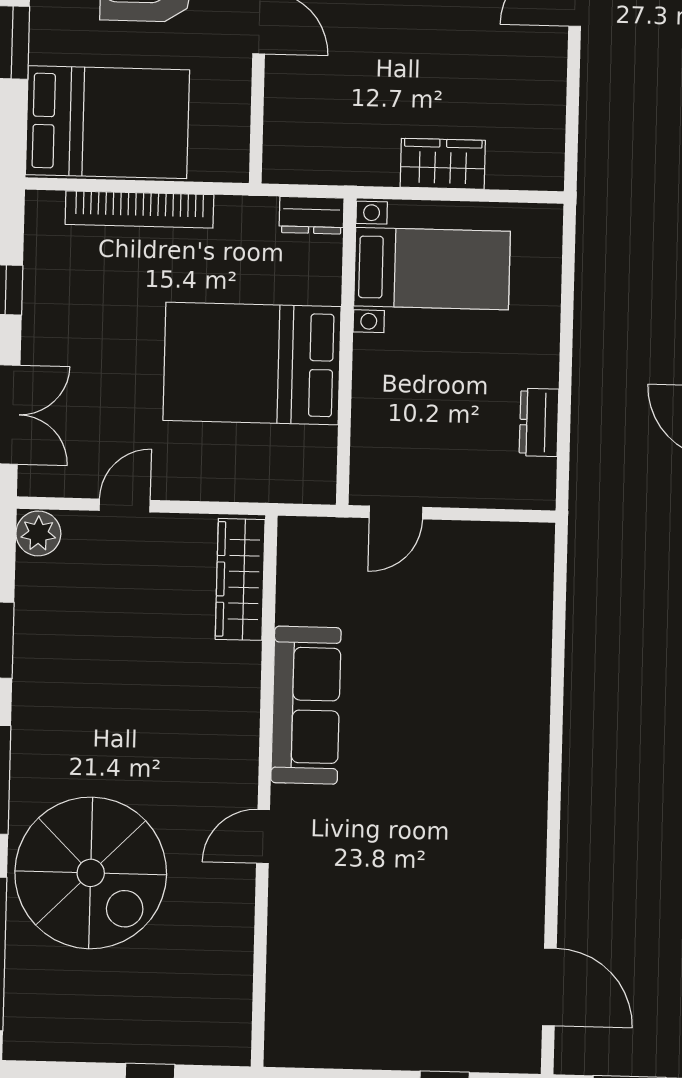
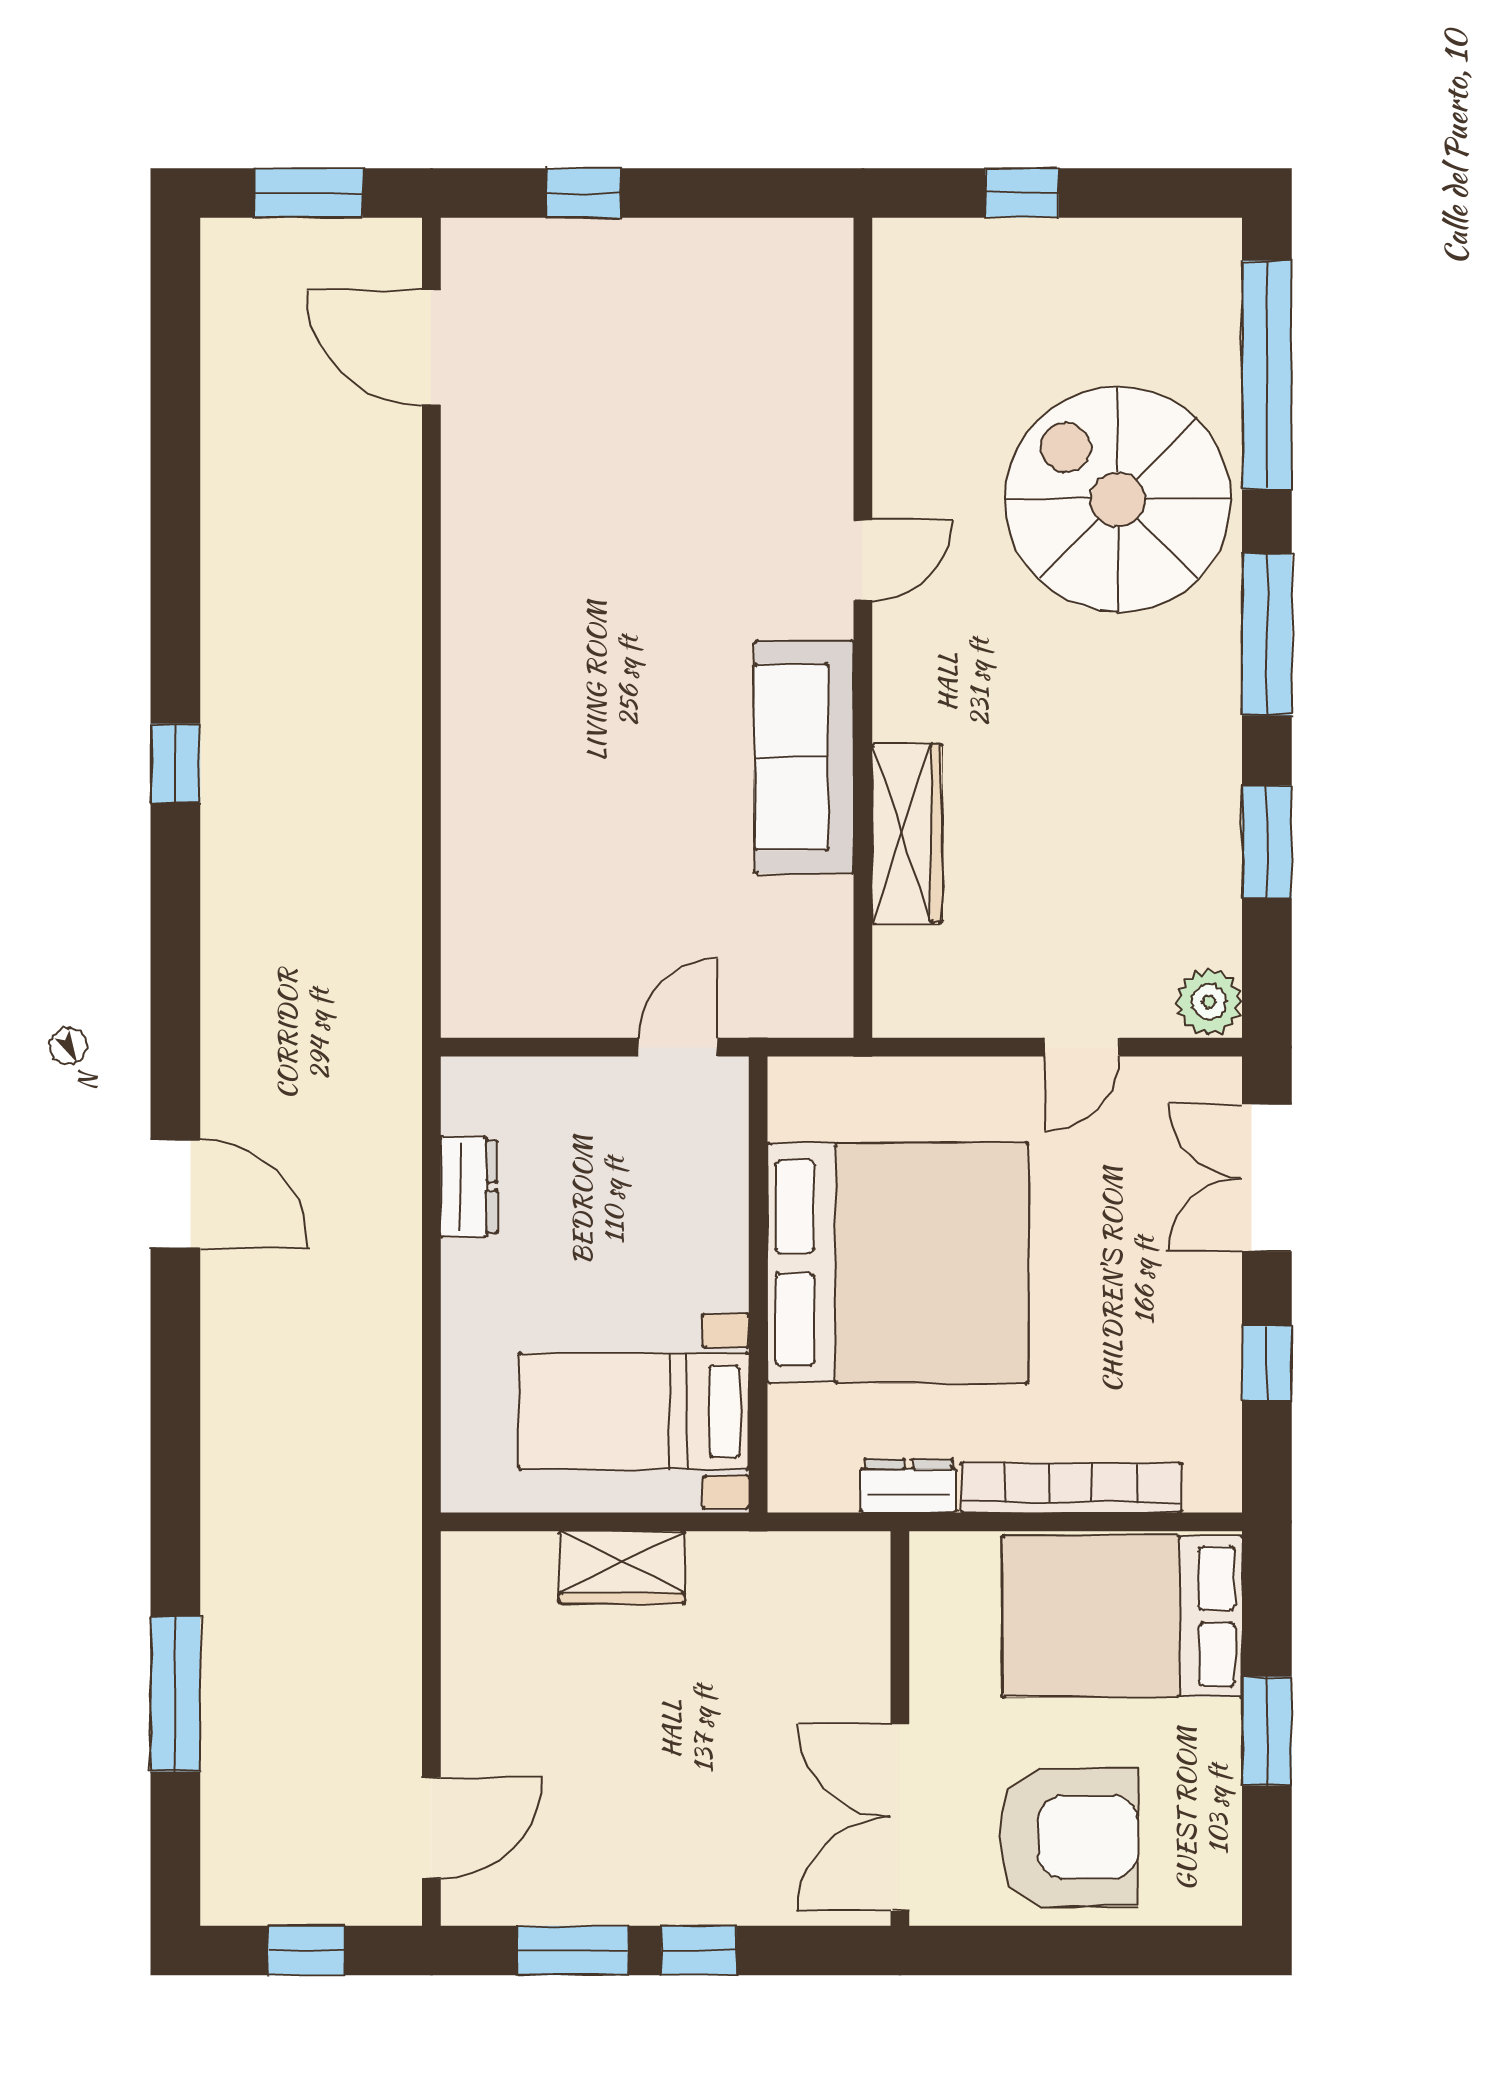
dresser: (311, 215) -> (909, 1486), moved
bed: (252, 363) -> (898, 1263), width x1.36
wardrobe: (240, 579) -> (907, 834), moved

